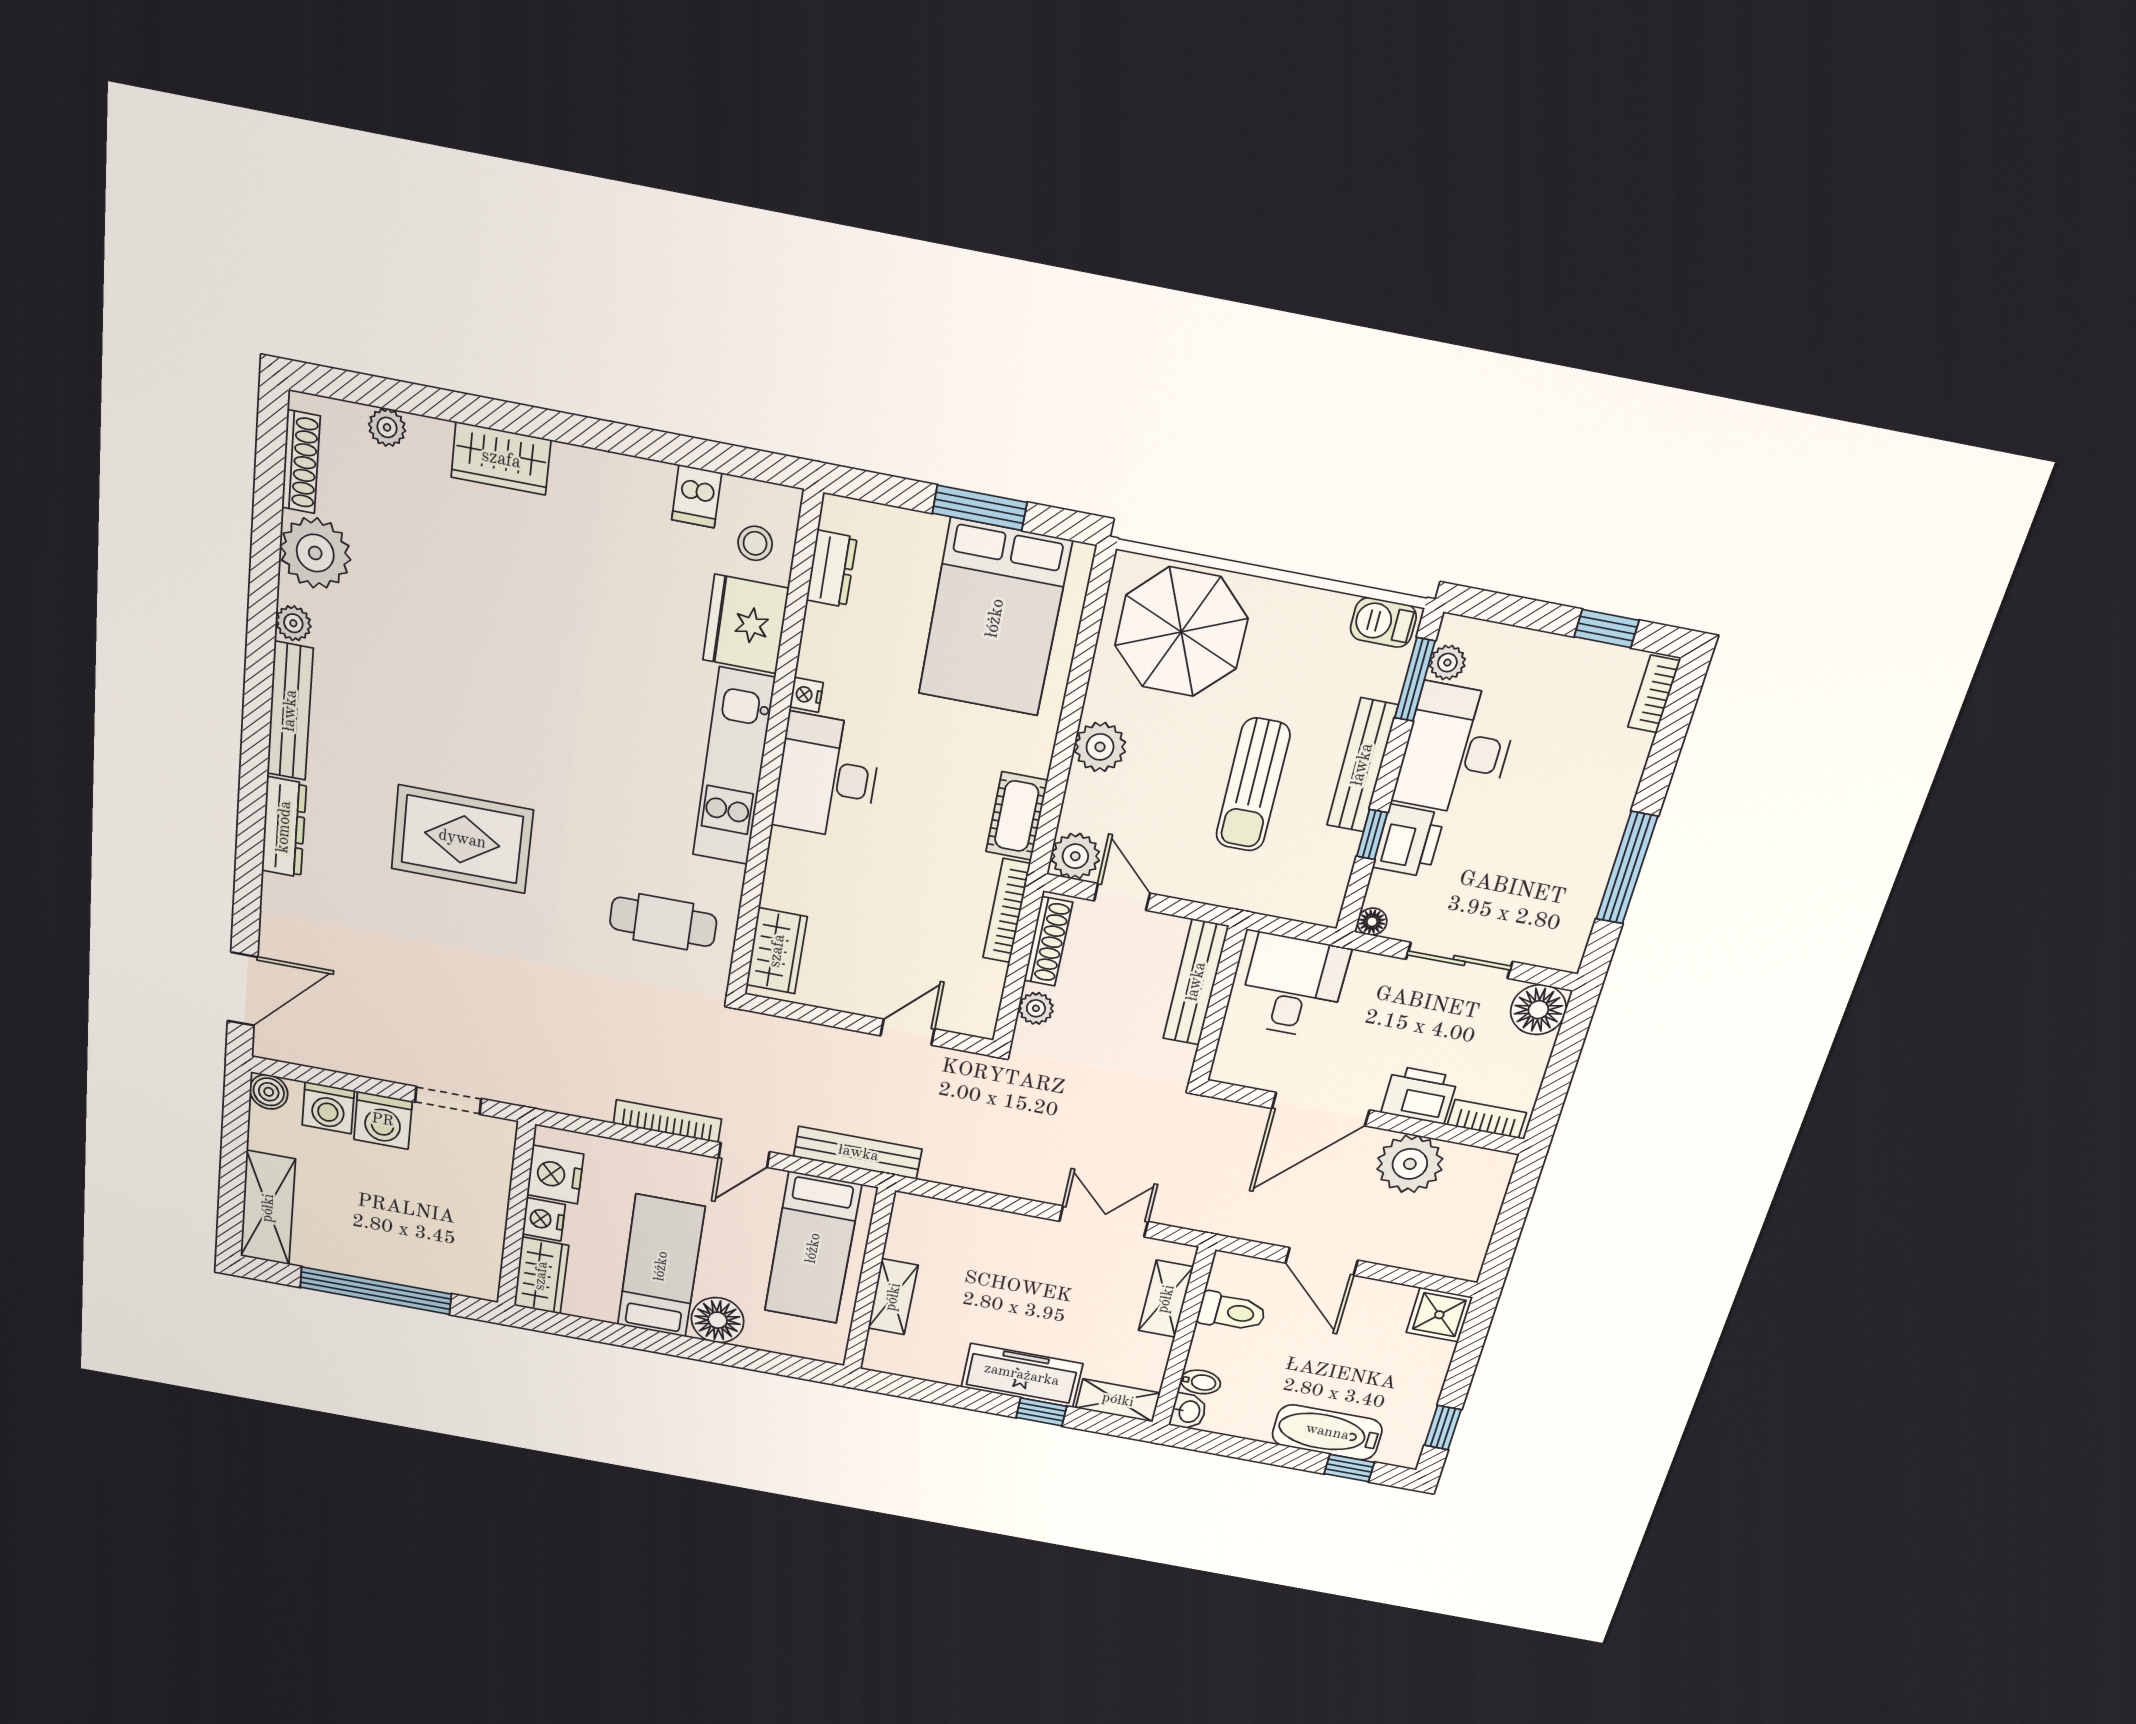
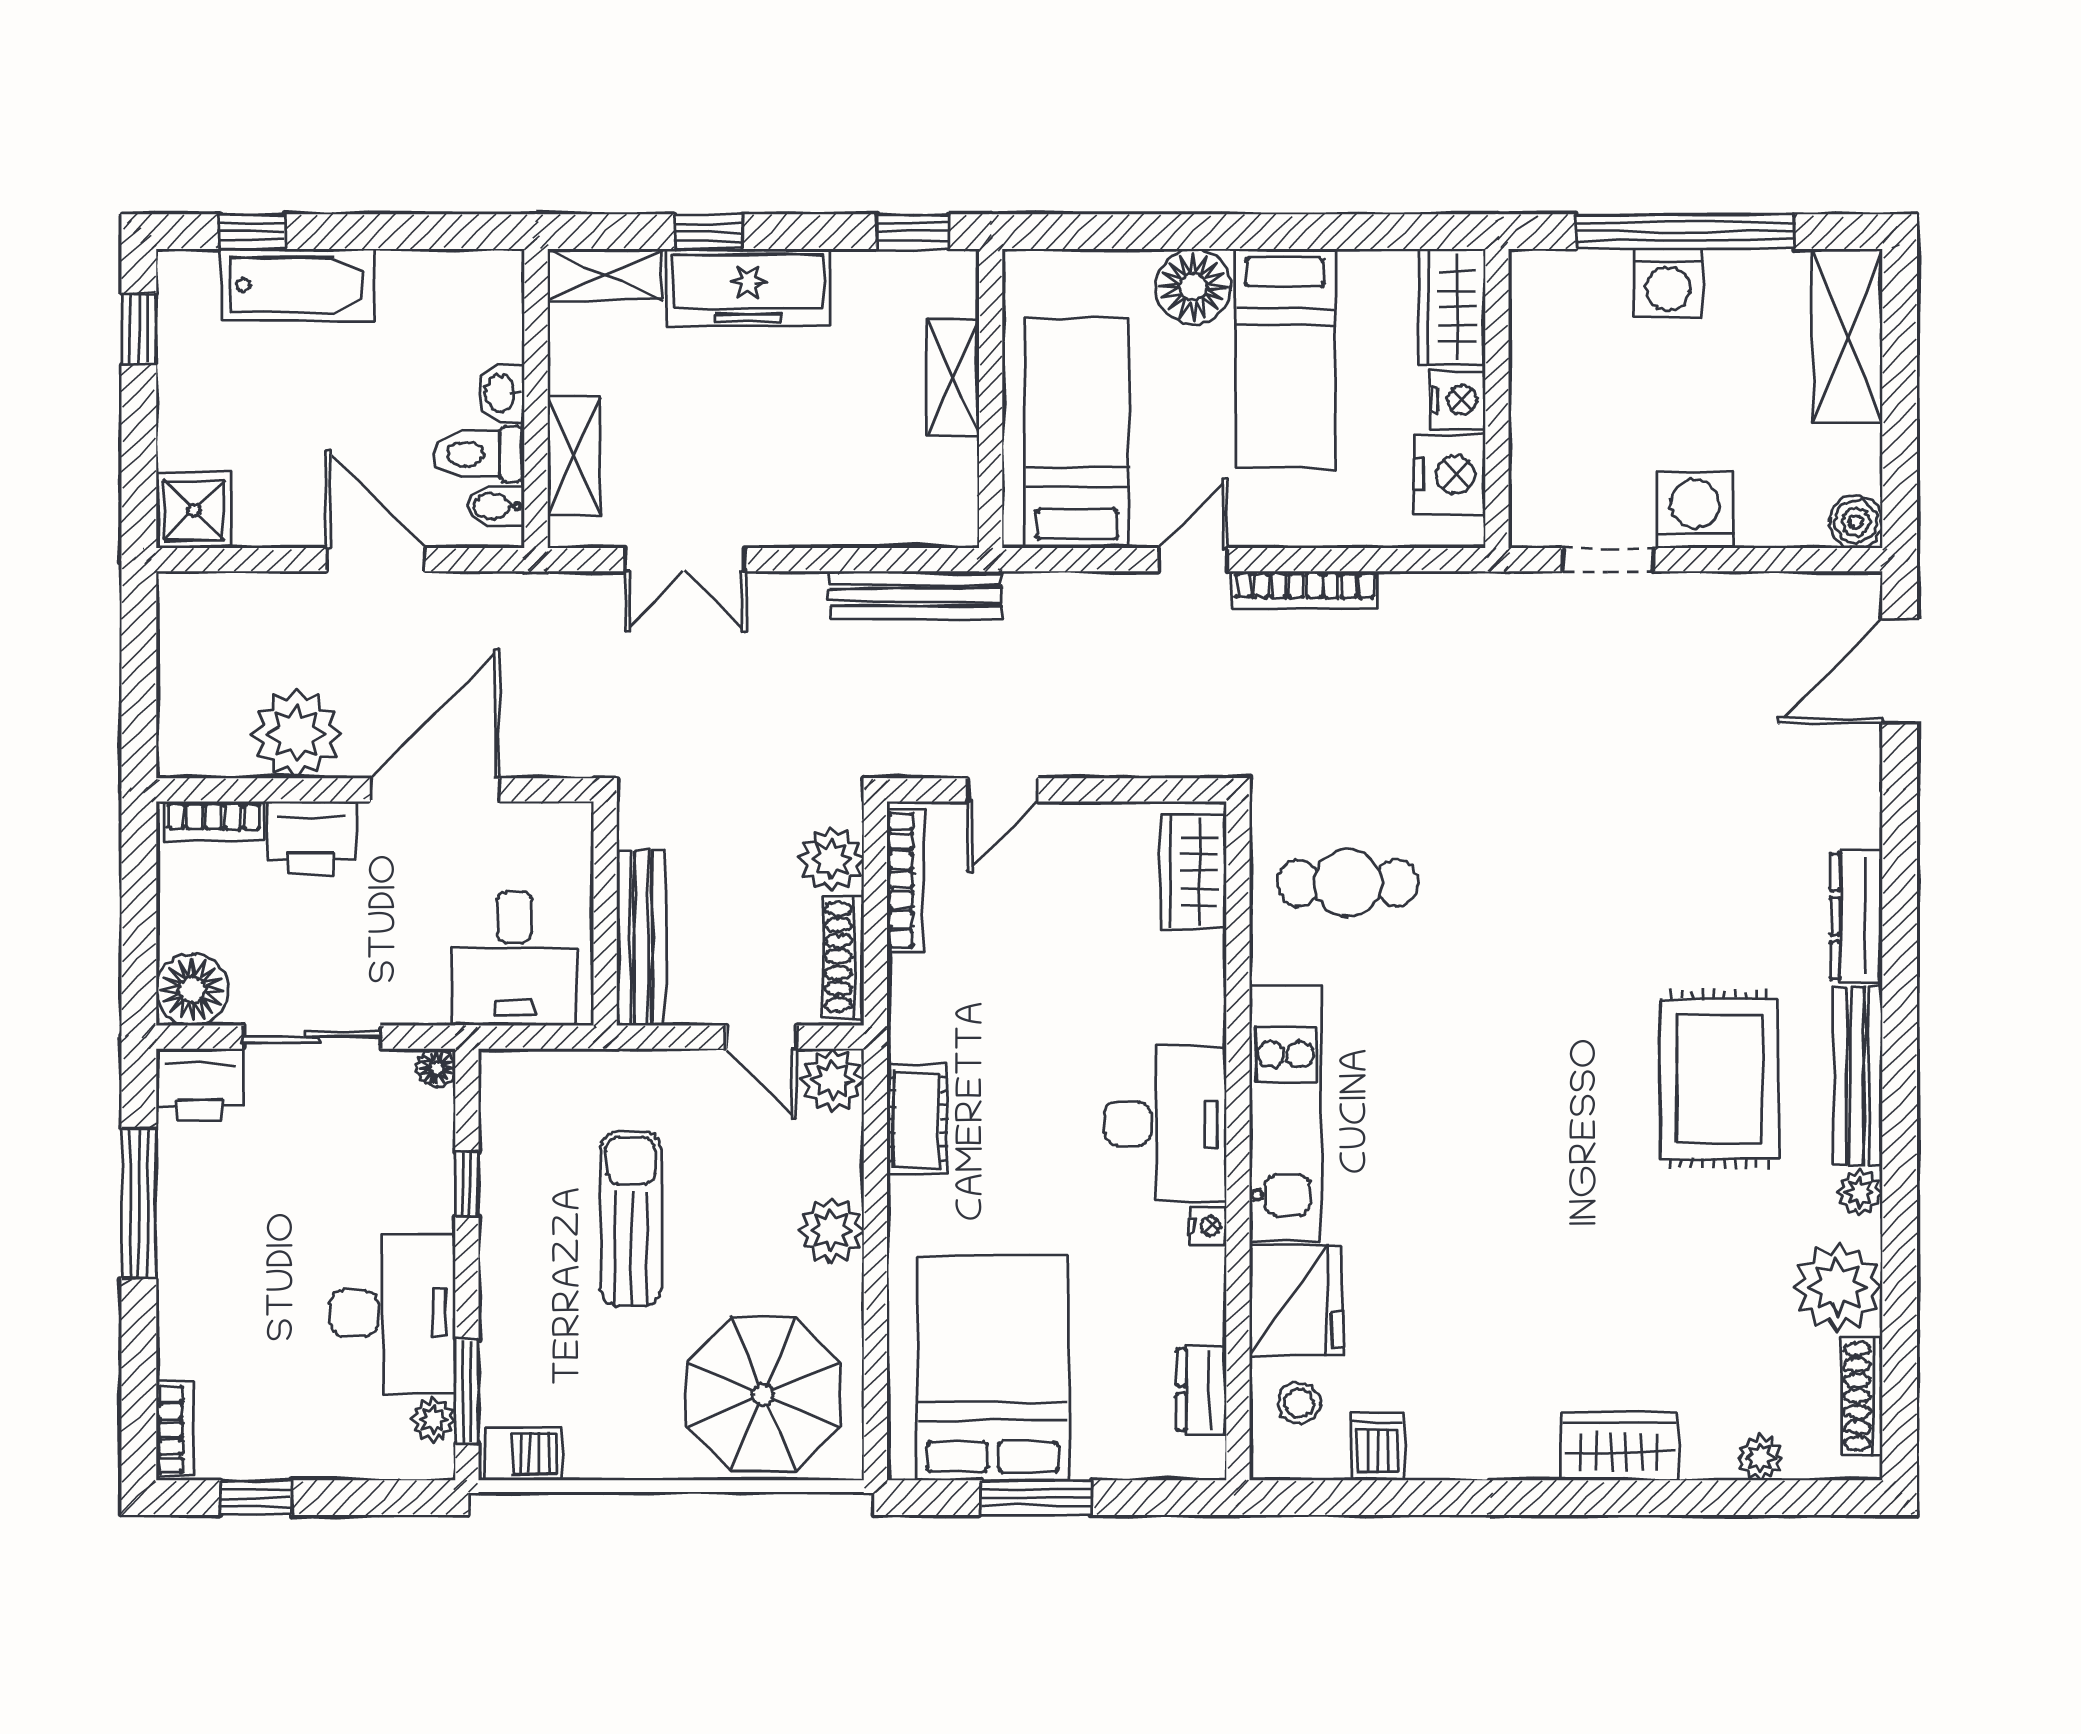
bench: (1362, 765) -> (502, 1271), removed
rug: (462, 839) -> (1719, 1079), moved, turned 90
printer: (1409, 841) -> (200, 1085), moved, turned -90
bookcase: (1007, 911) -> (905, 880), moved
plant: (1036, 1008) -> (832, 859), width x1.38, depth x1.38
washing machine: (328, 1108) -> (1668, 283), moved, turned 180
bench: (858, 1153) -> (916, 595), moved
bidet: (1200, 1382) -> (496, 506), moved
window: (903, 1387) -> (913, 232), added
washbasin: (1188, 1411) -> (501, 393), moved

